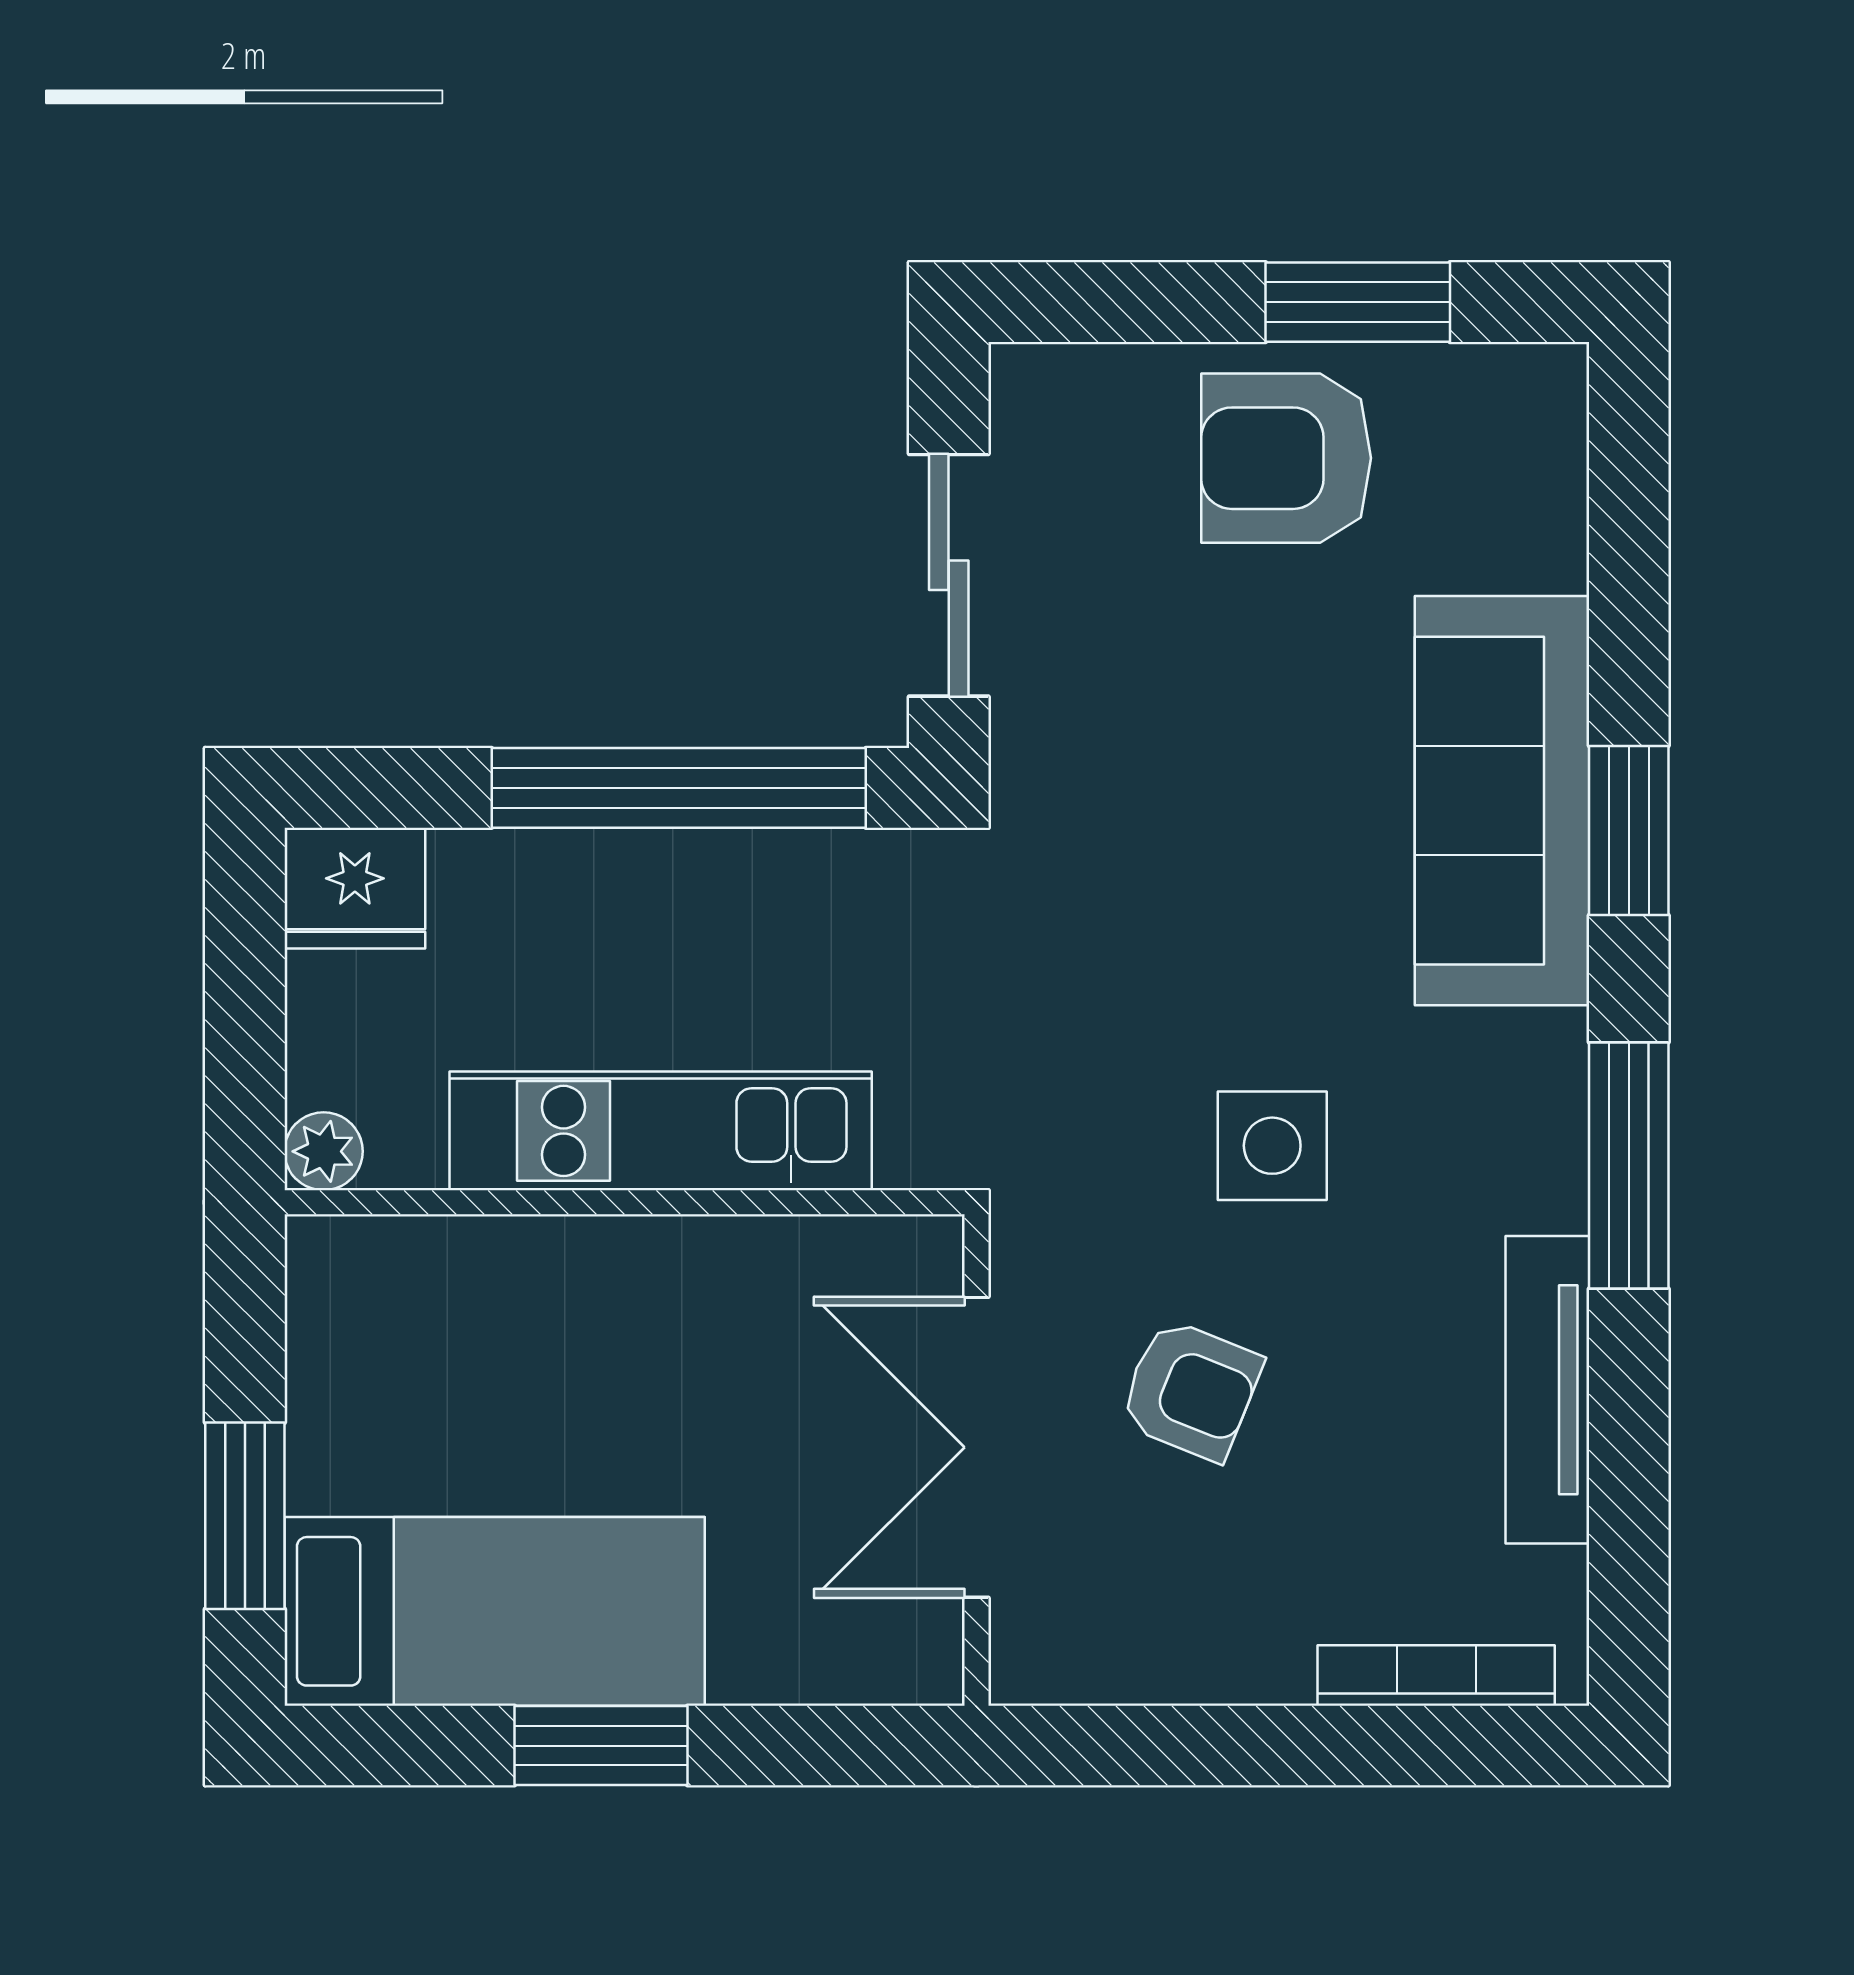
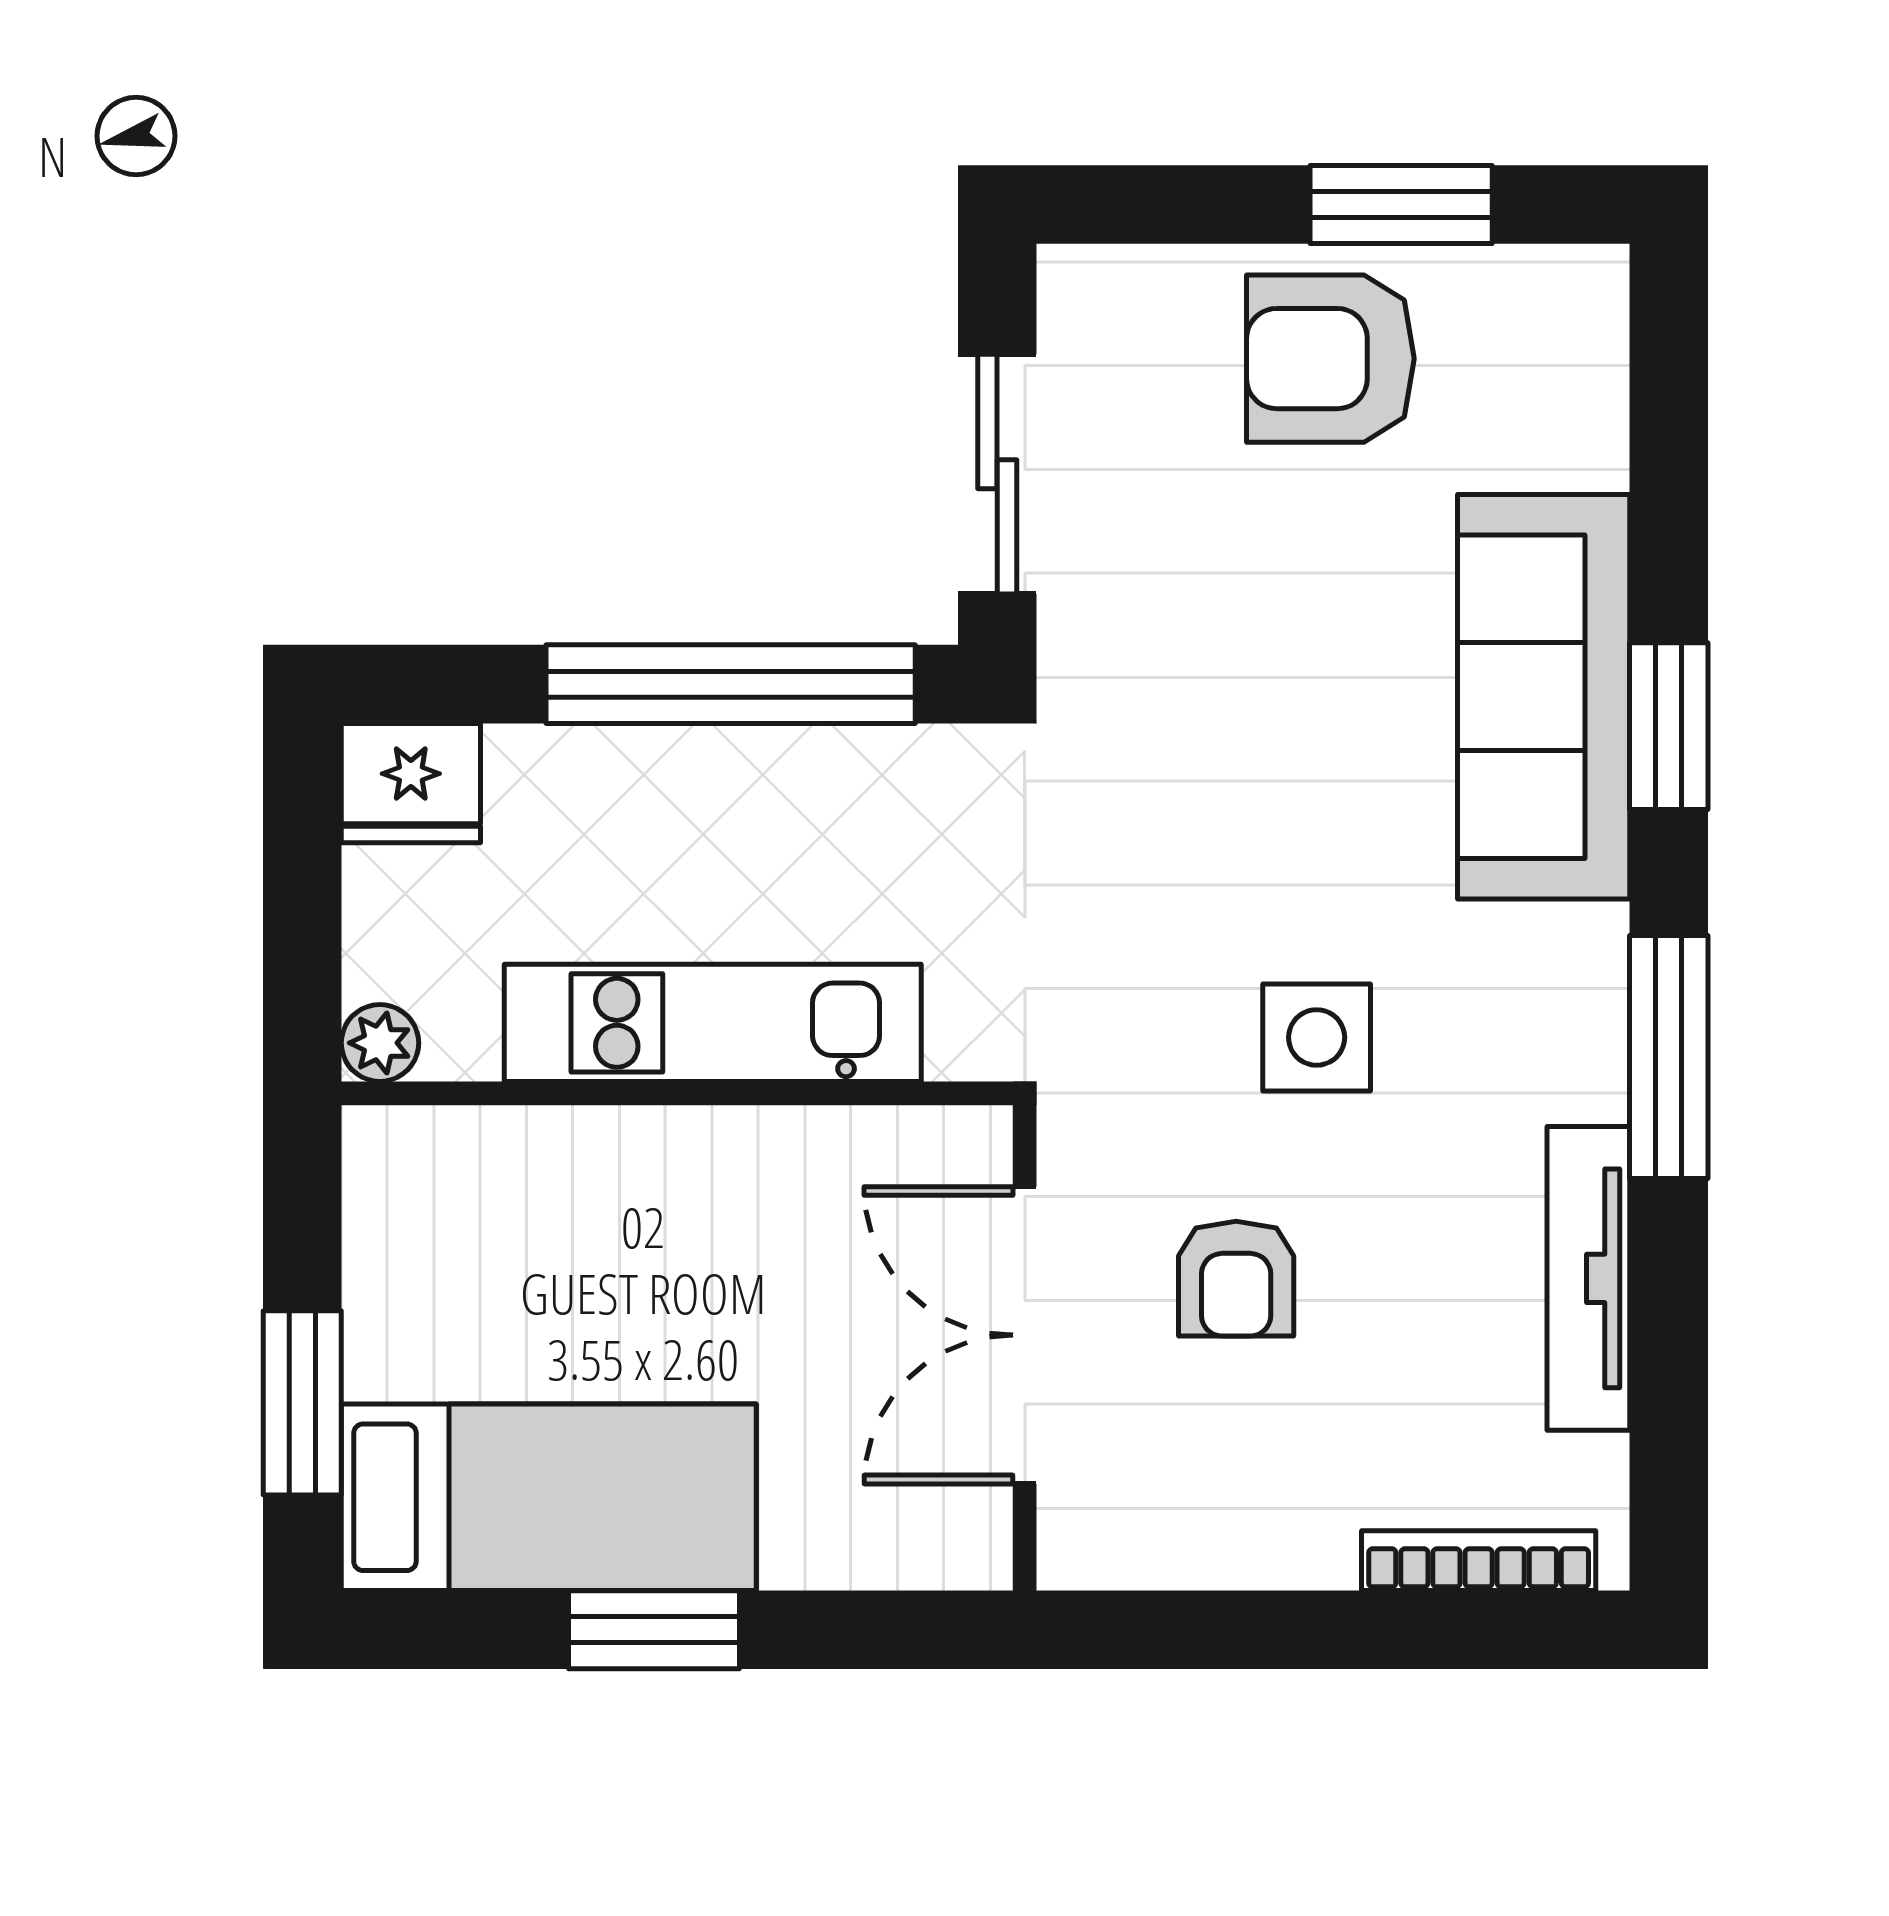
armchair: (1191, 1390) -> (1236, 1279), turned 68

